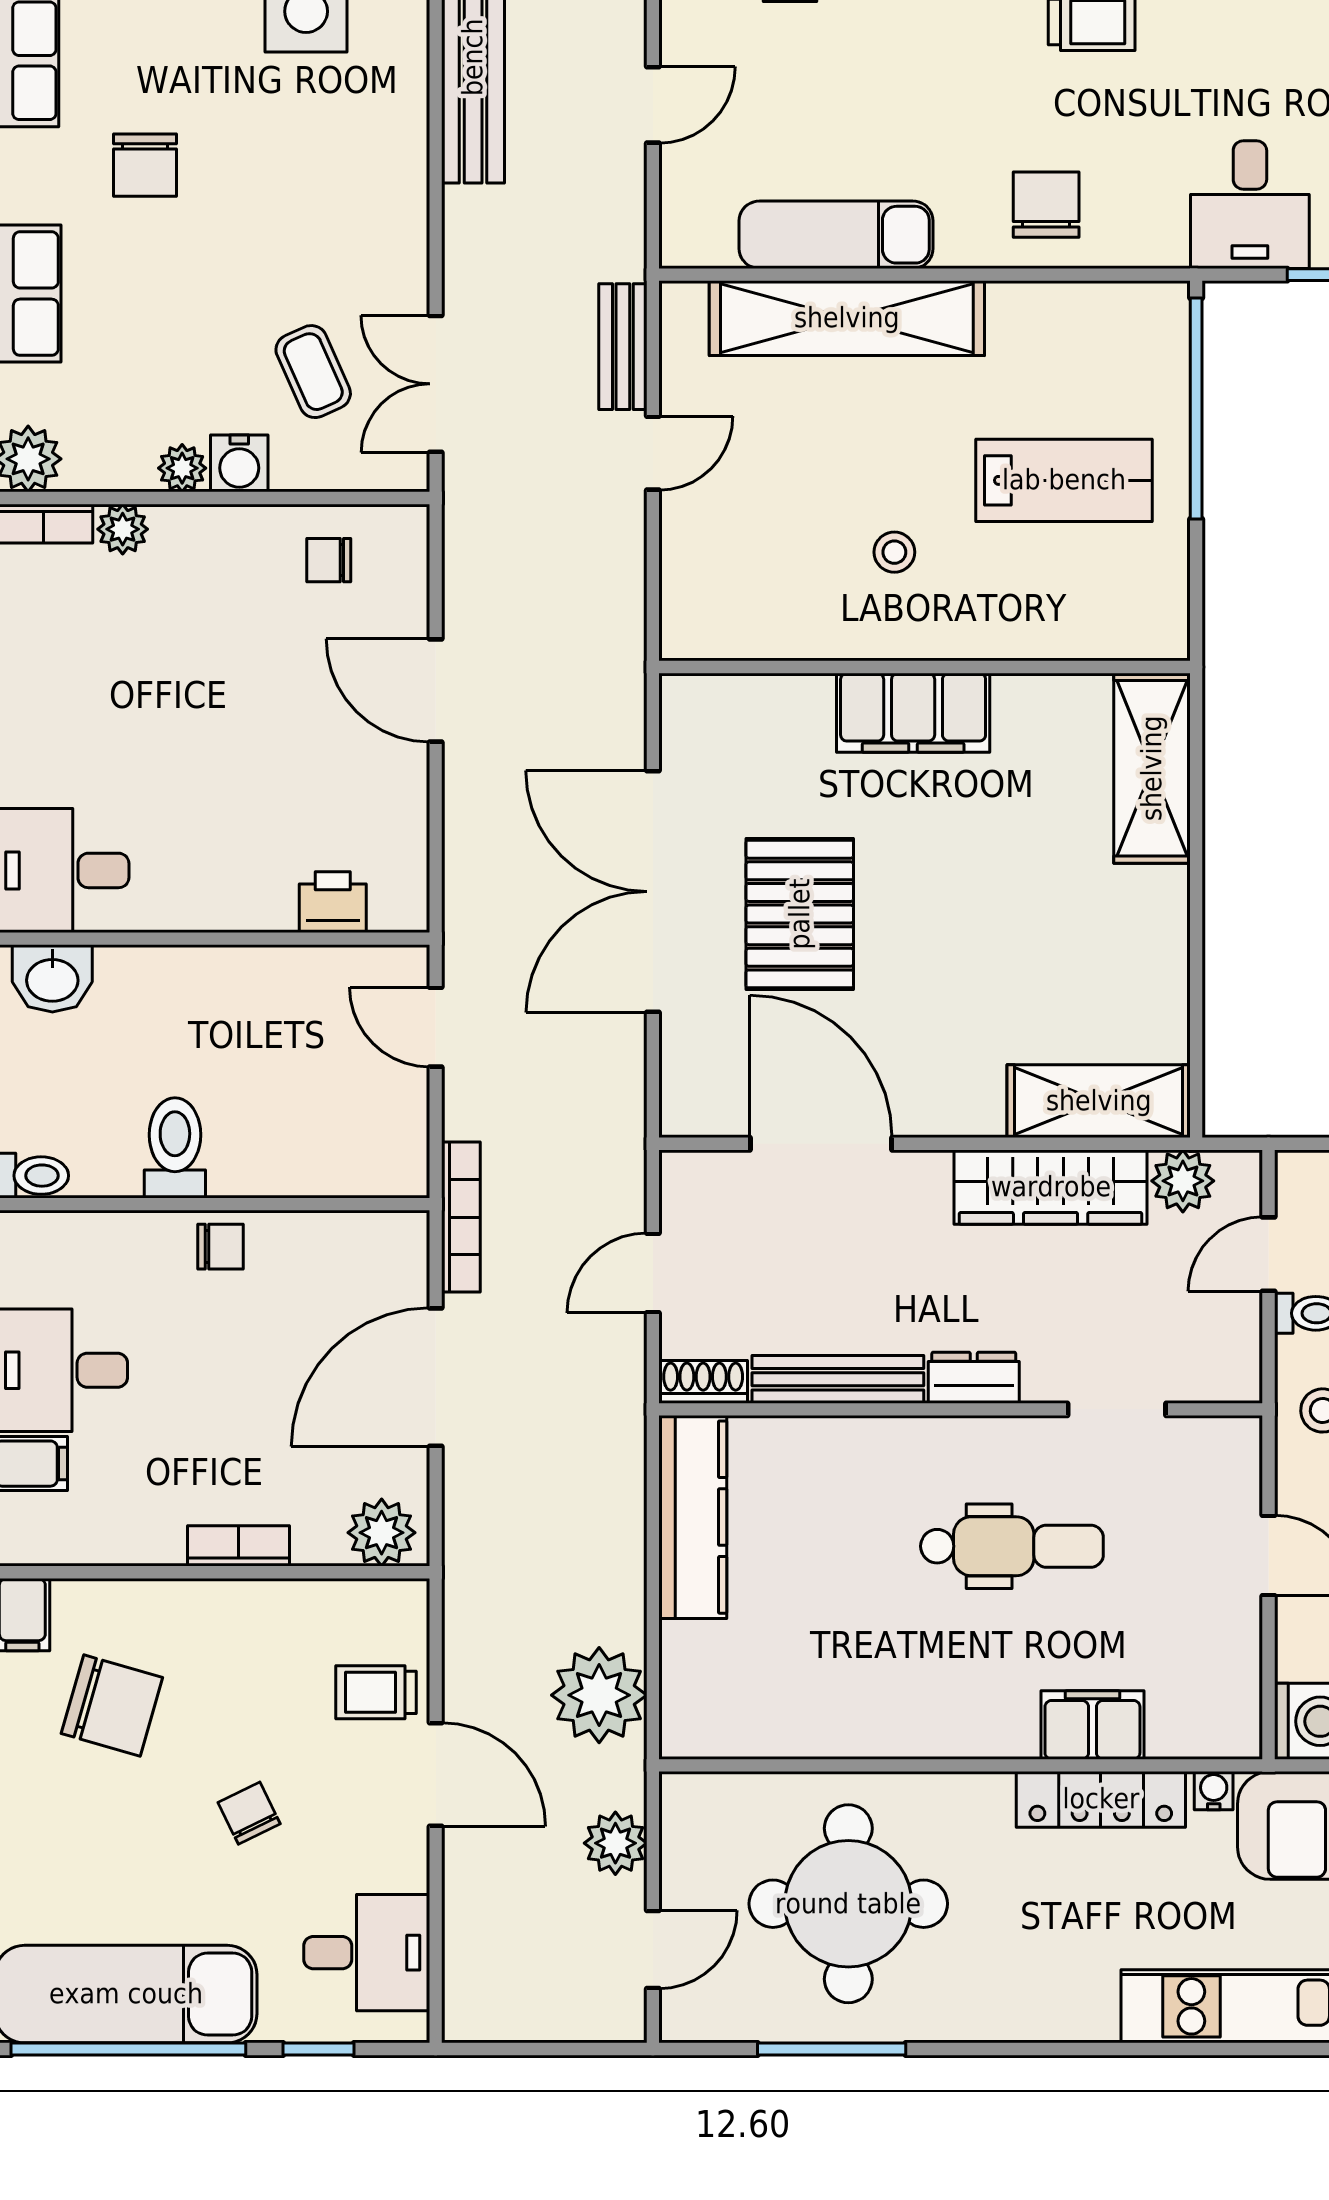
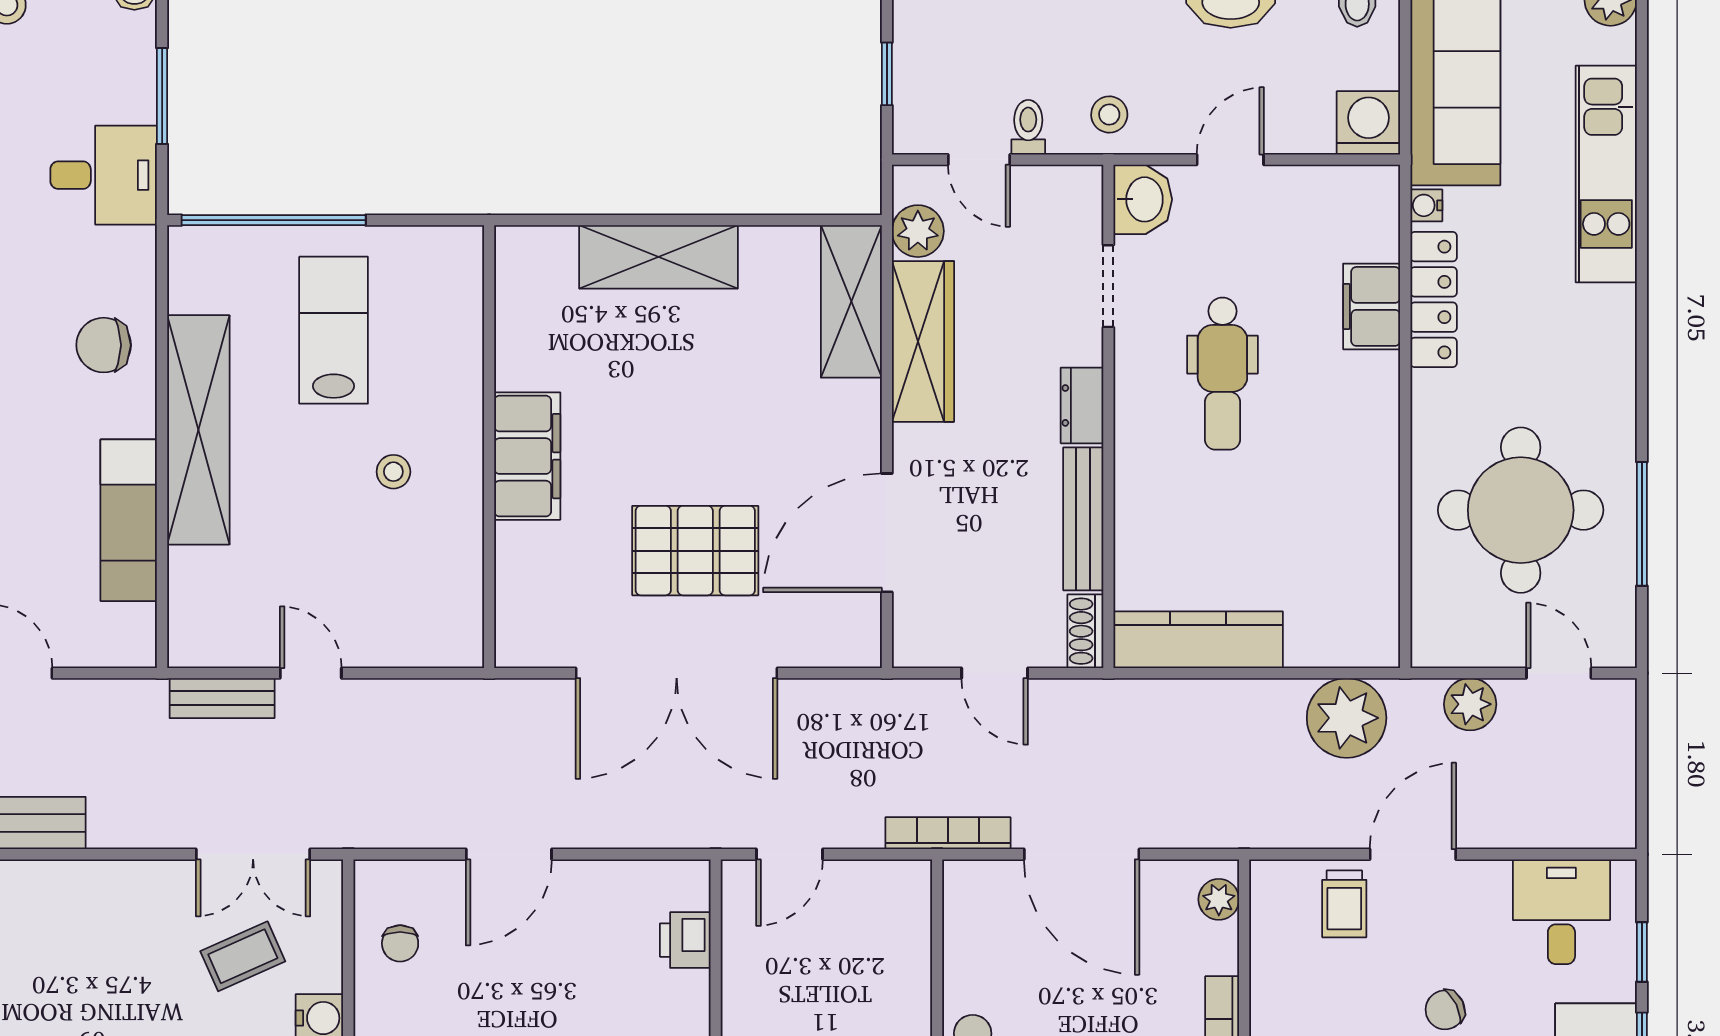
shelving: (847, 318) -> (198, 430), moved
shelving: (1152, 768) -> (659, 257), moved
washbasin: (1221, 1451) -> (1143, 199), added
plant: (382, 1533) -> (1219, 899), width x0.73, depth x0.73
dental chair: (1012, 1546) -> (1222, 374), turned 180

